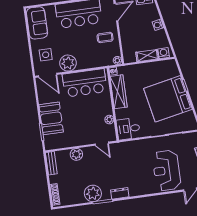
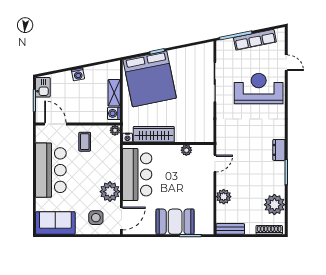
washing machine: (164, 53) -> (114, 113), moved
bed: (168, 99) -> (150, 79), moved
desk: (128, 129) -> (201, 128), removed
reception desk: (166, 170) -> (259, 88), turned 180
plant: (93, 193) -> (274, 205), moved

